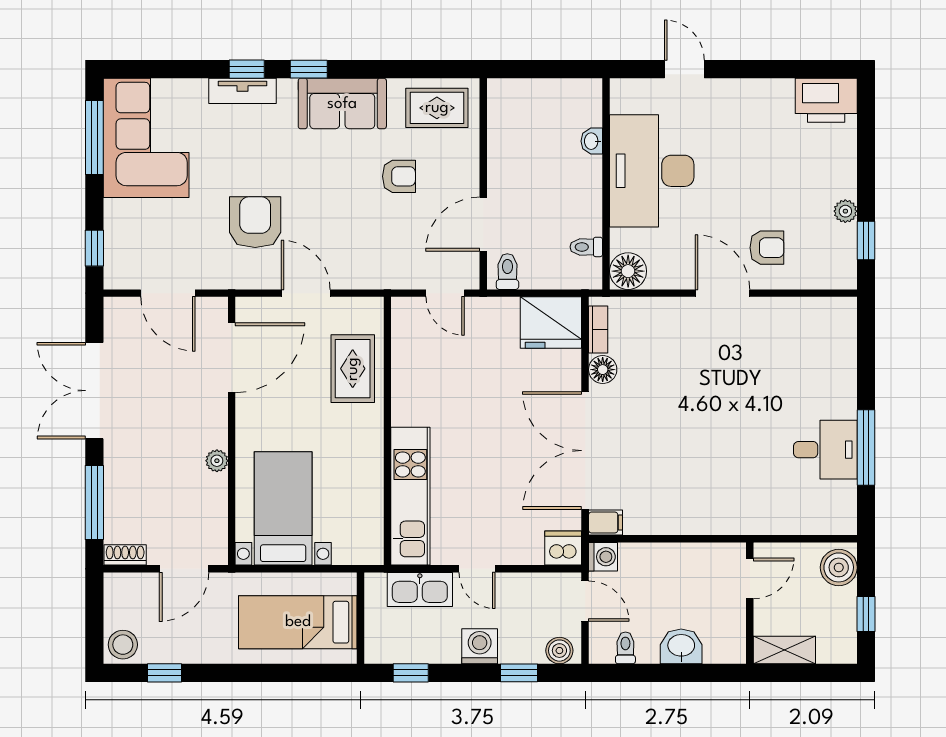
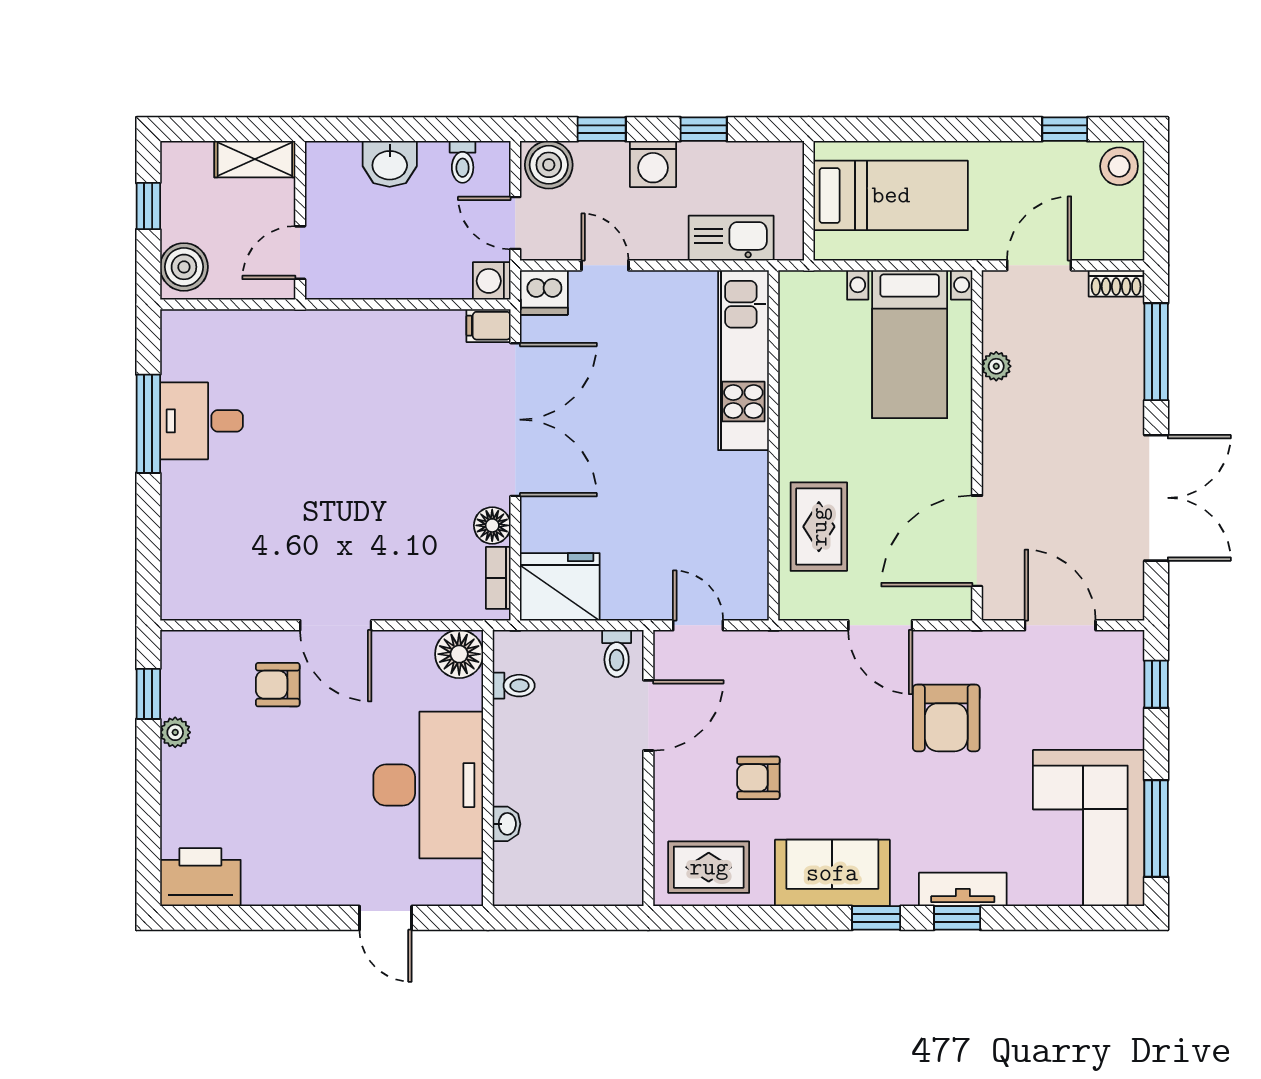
plant: (217, 461) -> (996, 366), moved
door: (477, 569) -> (605, 265), moved
boiler: (559, 651) -> (549, 165), width x1.36, depth x1.36
window: (411, 673) -> (704, 129), moved

